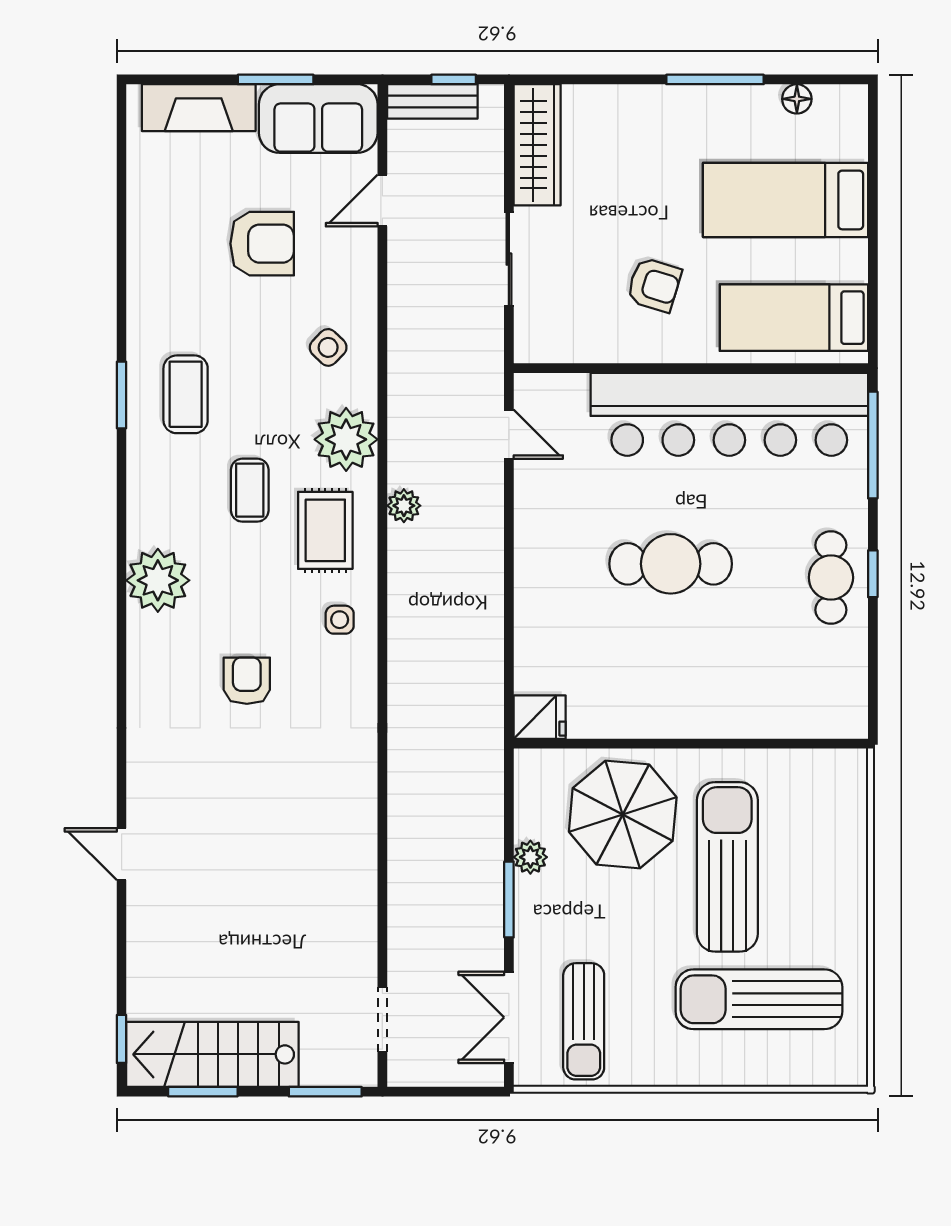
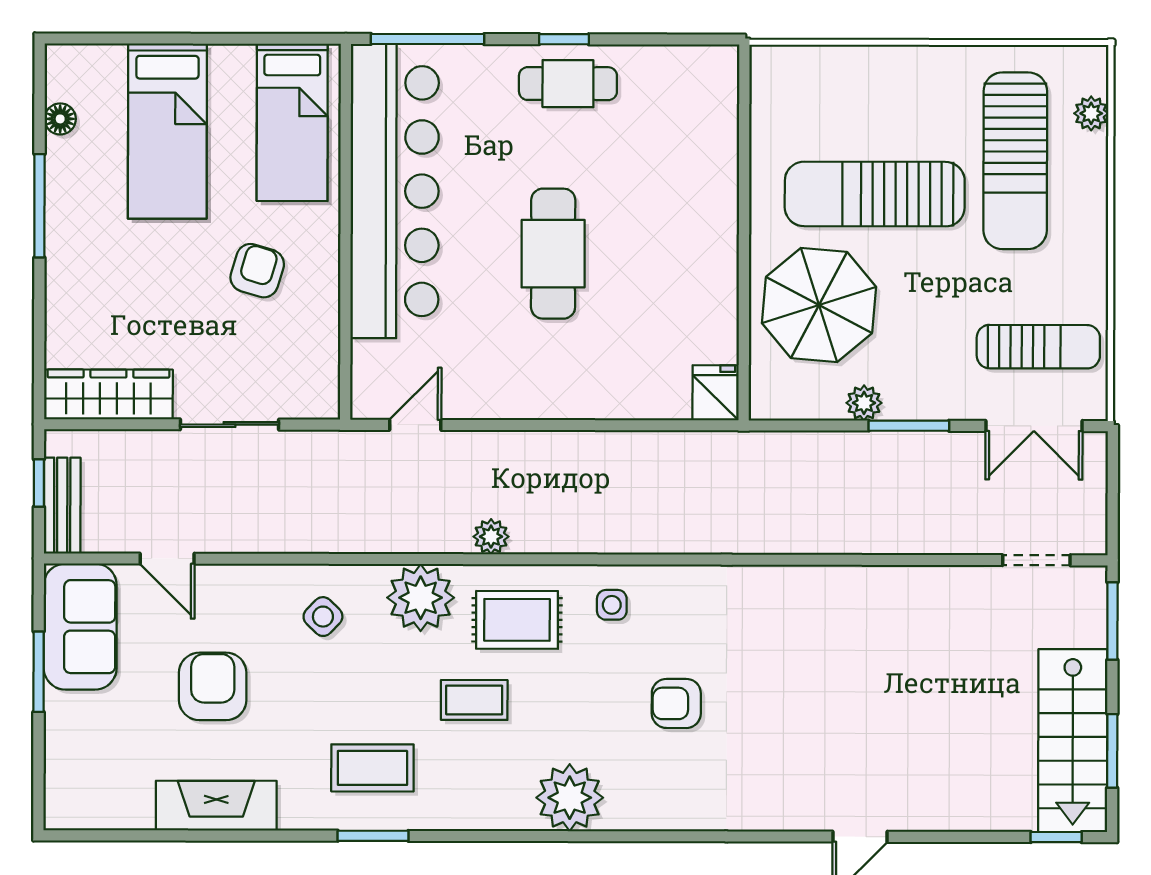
fireplace: (199, 108) -> (216, 806), moved, turned -90
plant: (804, 1071) -> (1091, 113), added

